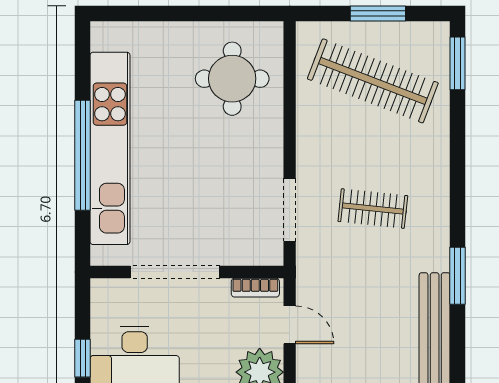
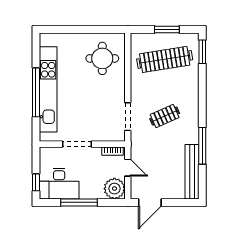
clothes rail: (373, 81) -> (165, 59), turned -30
clothes rail: (373, 209) -> (165, 116), turned -30
doorway: (175, 272) -> (77, 144), width x0.73
window: (457, 276) -> (202, 146), width x1.44

